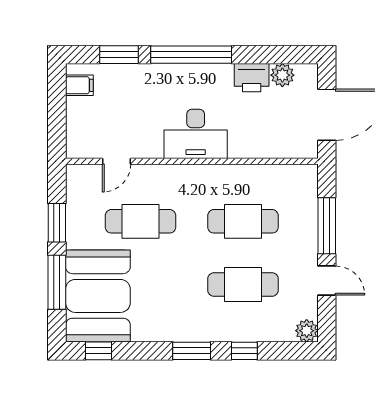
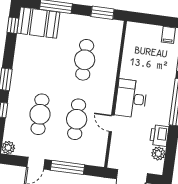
door: (116, 161) -> (112, 123), moved
window: (57, 223) -> (102, 13), moved
booth: (98, 296) -> (38, 23), width x0.73, depth x0.70

